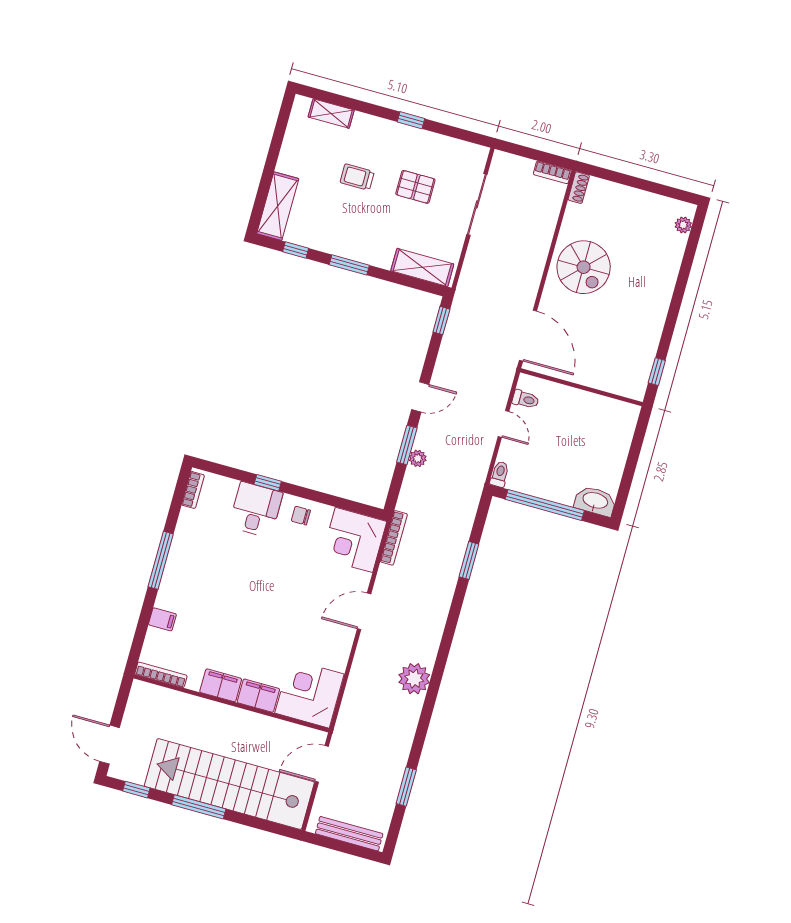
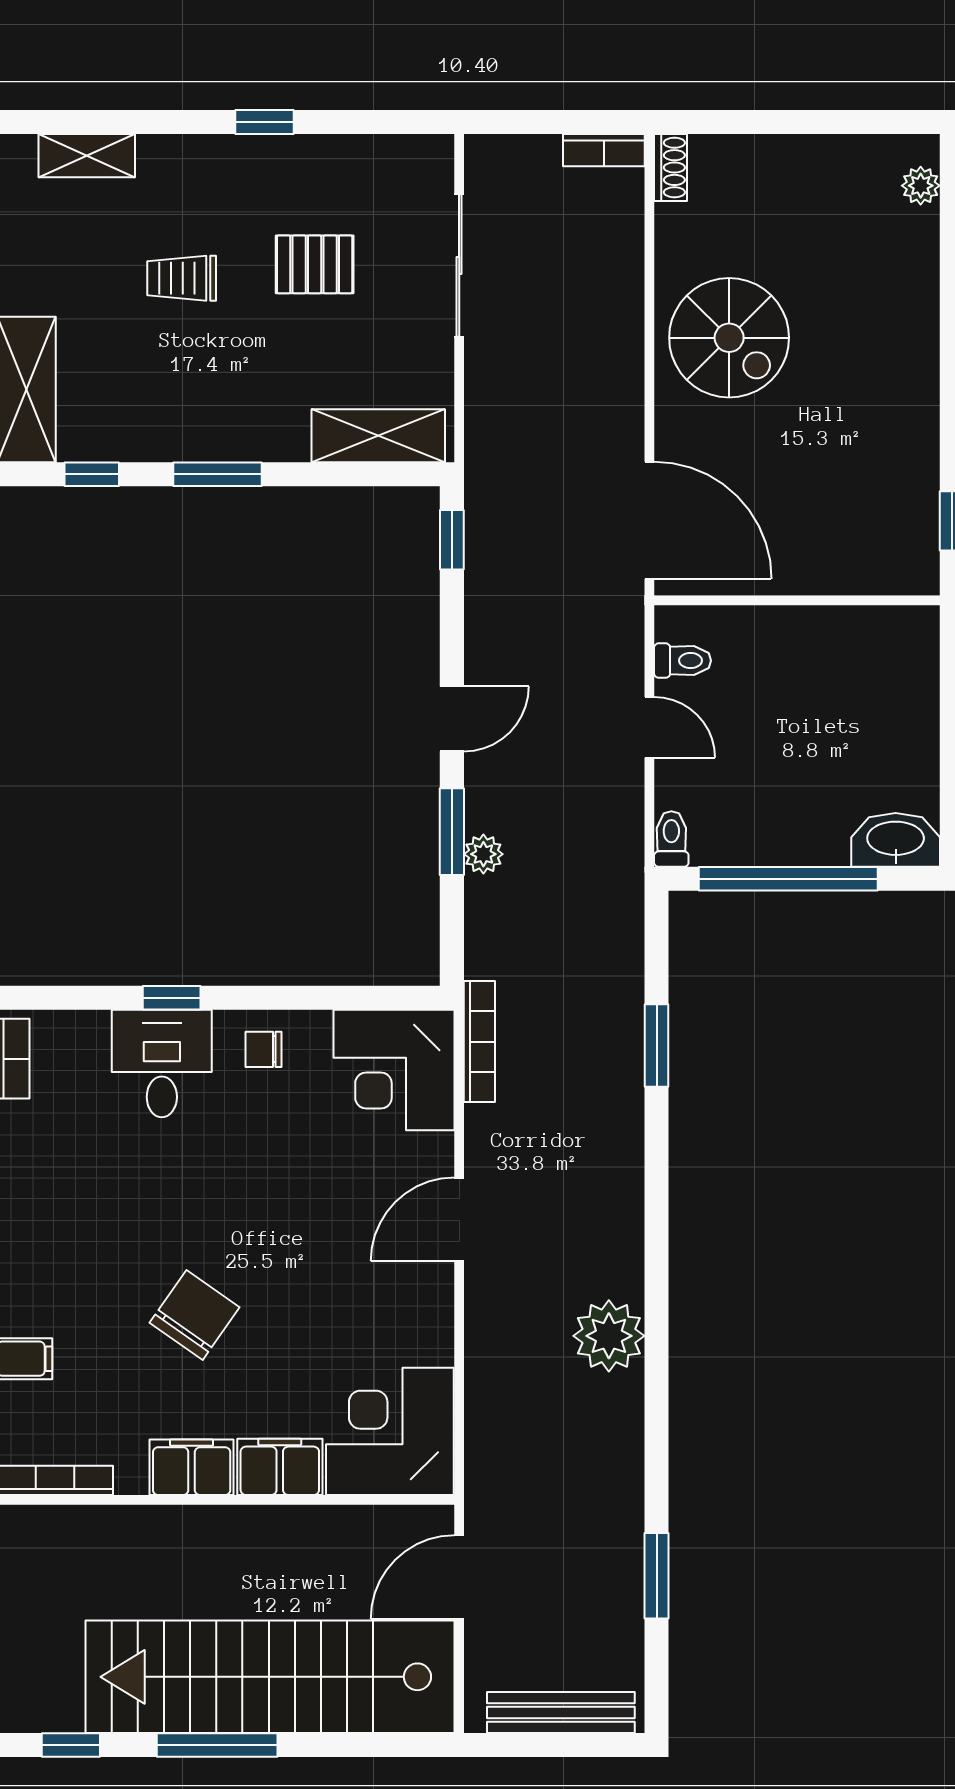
chair: (240, 621) -> (195, 1315), added

